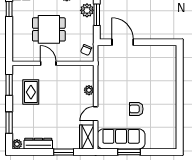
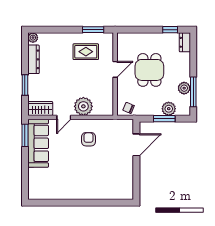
plant: (89, 90) -> (83, 106), width x1.88, depth x1.88
armchair: (136, 109) -> (88, 139), moved
door: (96, 114) -> (64, 117), swing flipped
window: (9, 123) -> (55, 30), removed
window: (129, 152) -> (25, 135), moved

